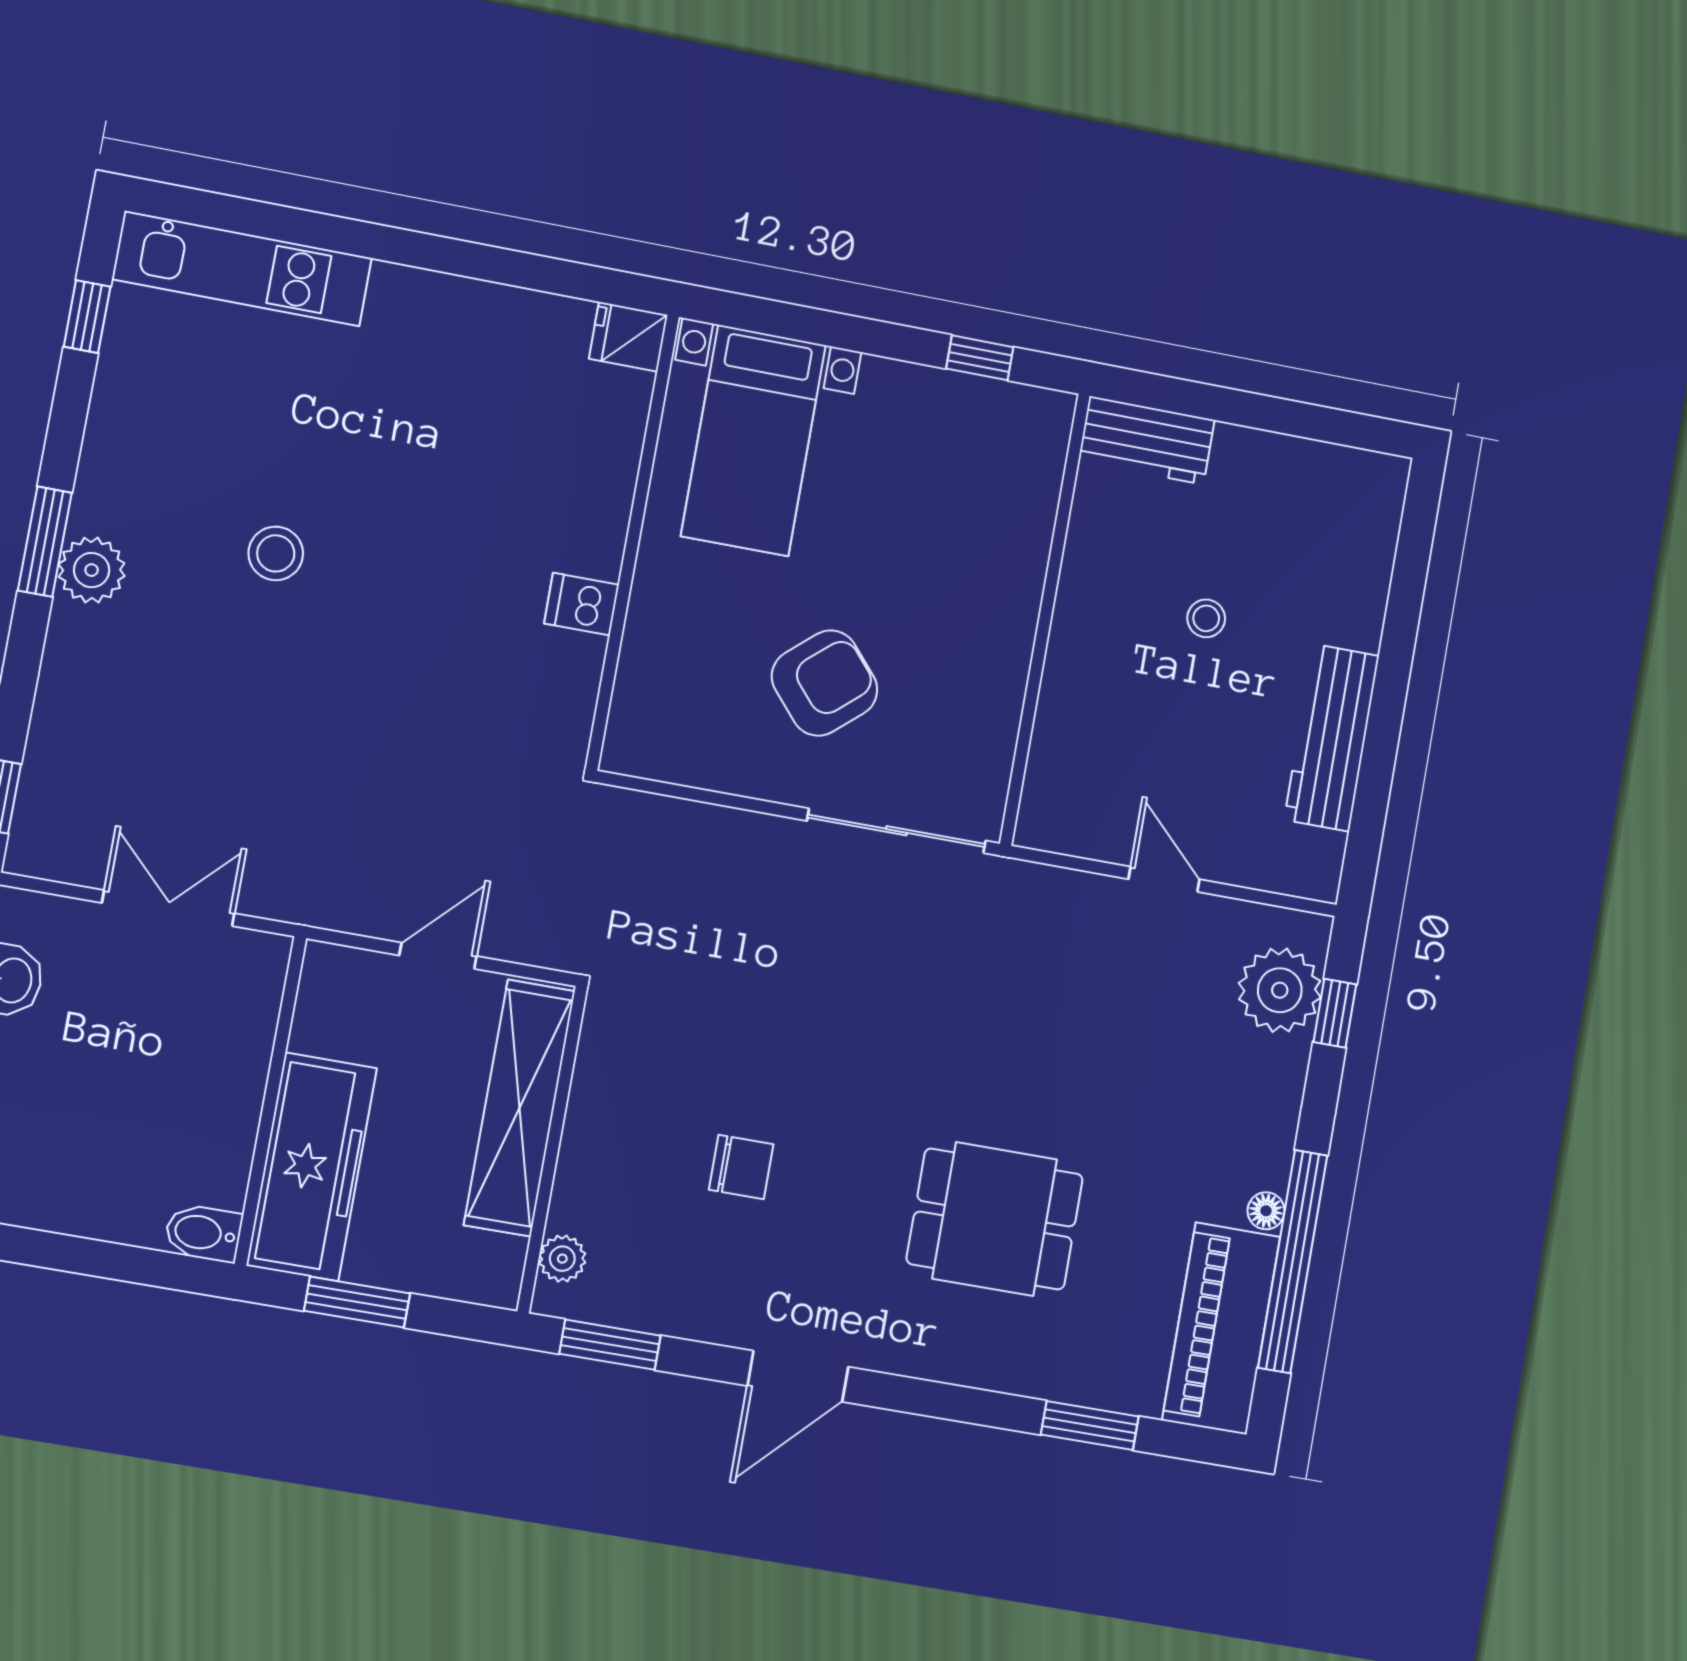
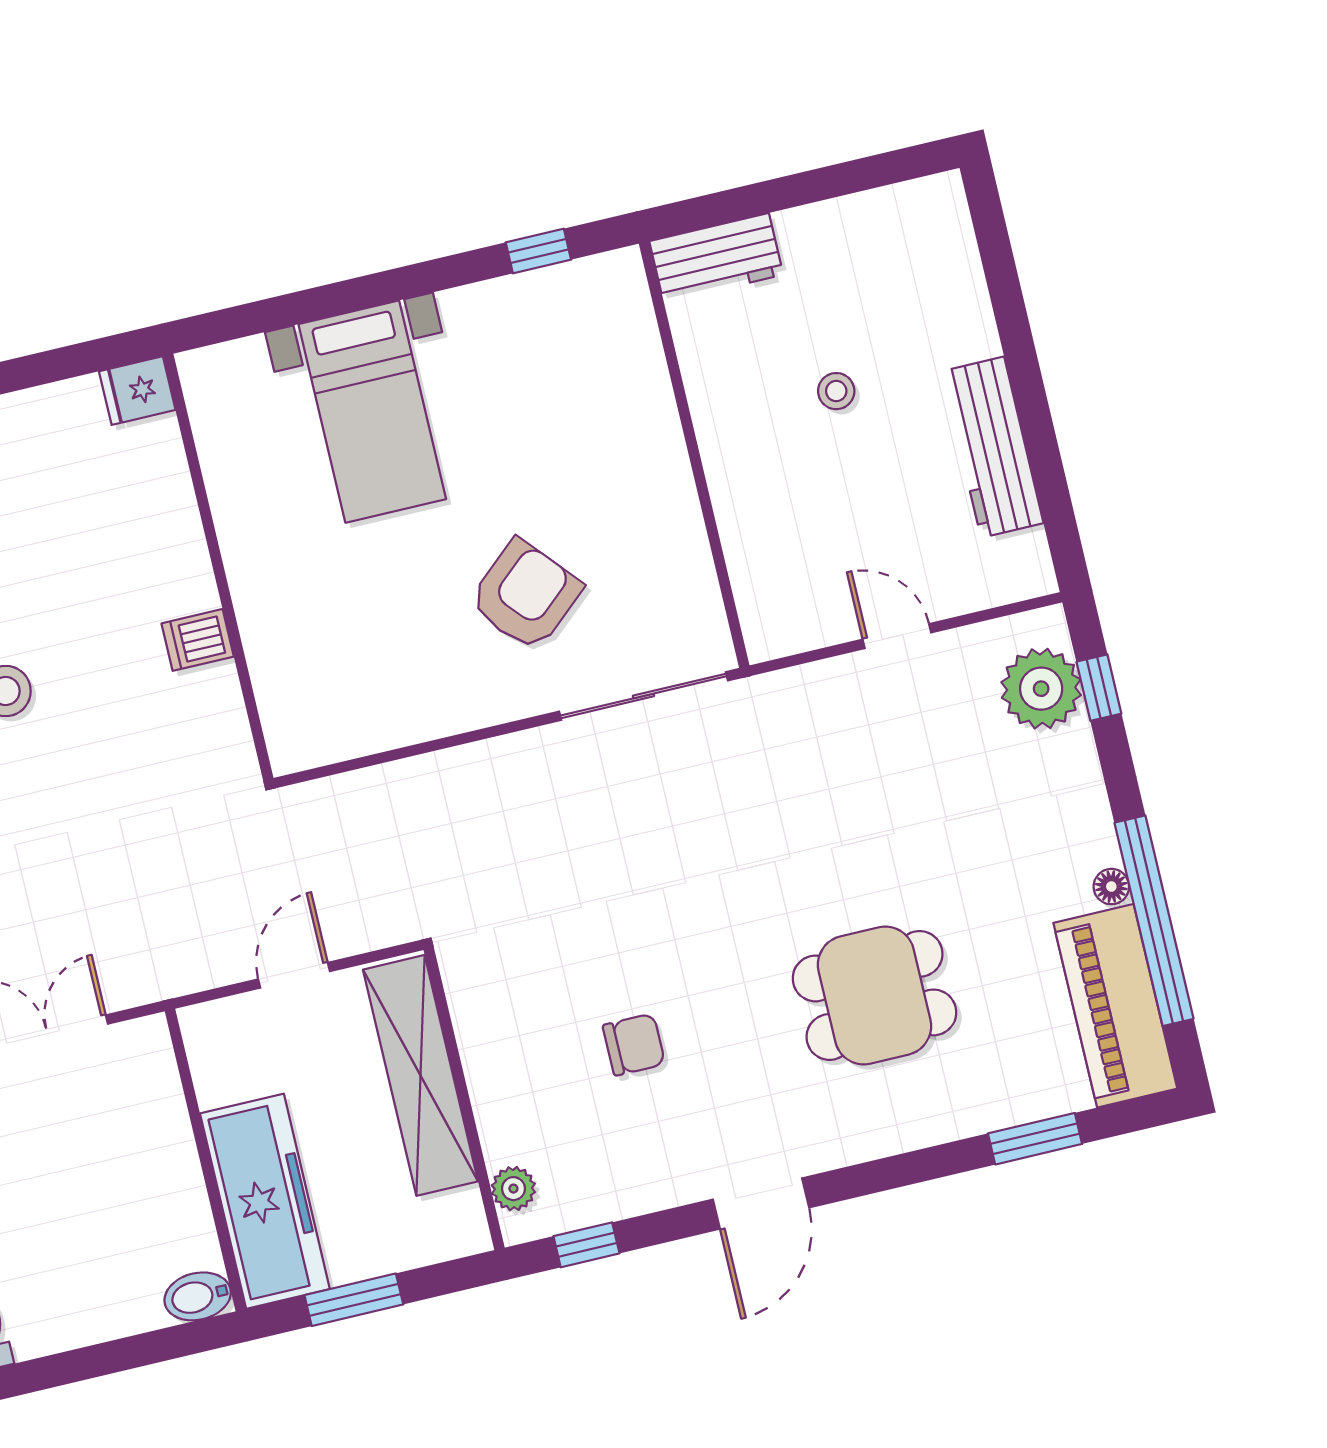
fridge: (628, 337) -> (137, 391), moved
wall: (633, 542) -> (218, 567), moved
dishwasher: (582, 604) -> (198, 640), moved
window: (610, 1345) -> (586, 1245), width x0.67

